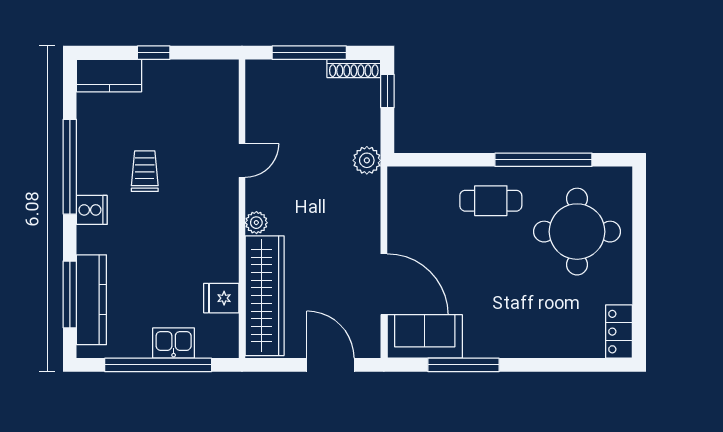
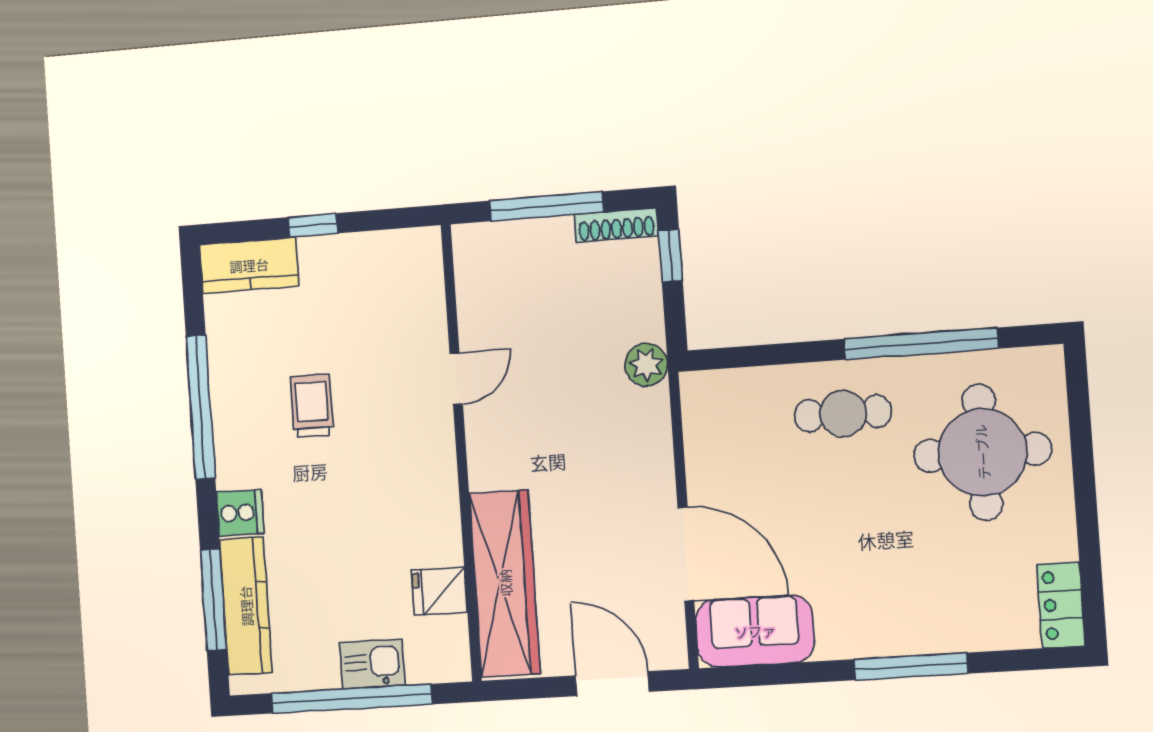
cooker: (92, 210) -> (240, 513), moved
plant: (256, 223) -> (484, 472), removed
window: (464, 365) -> (911, 666), moved

